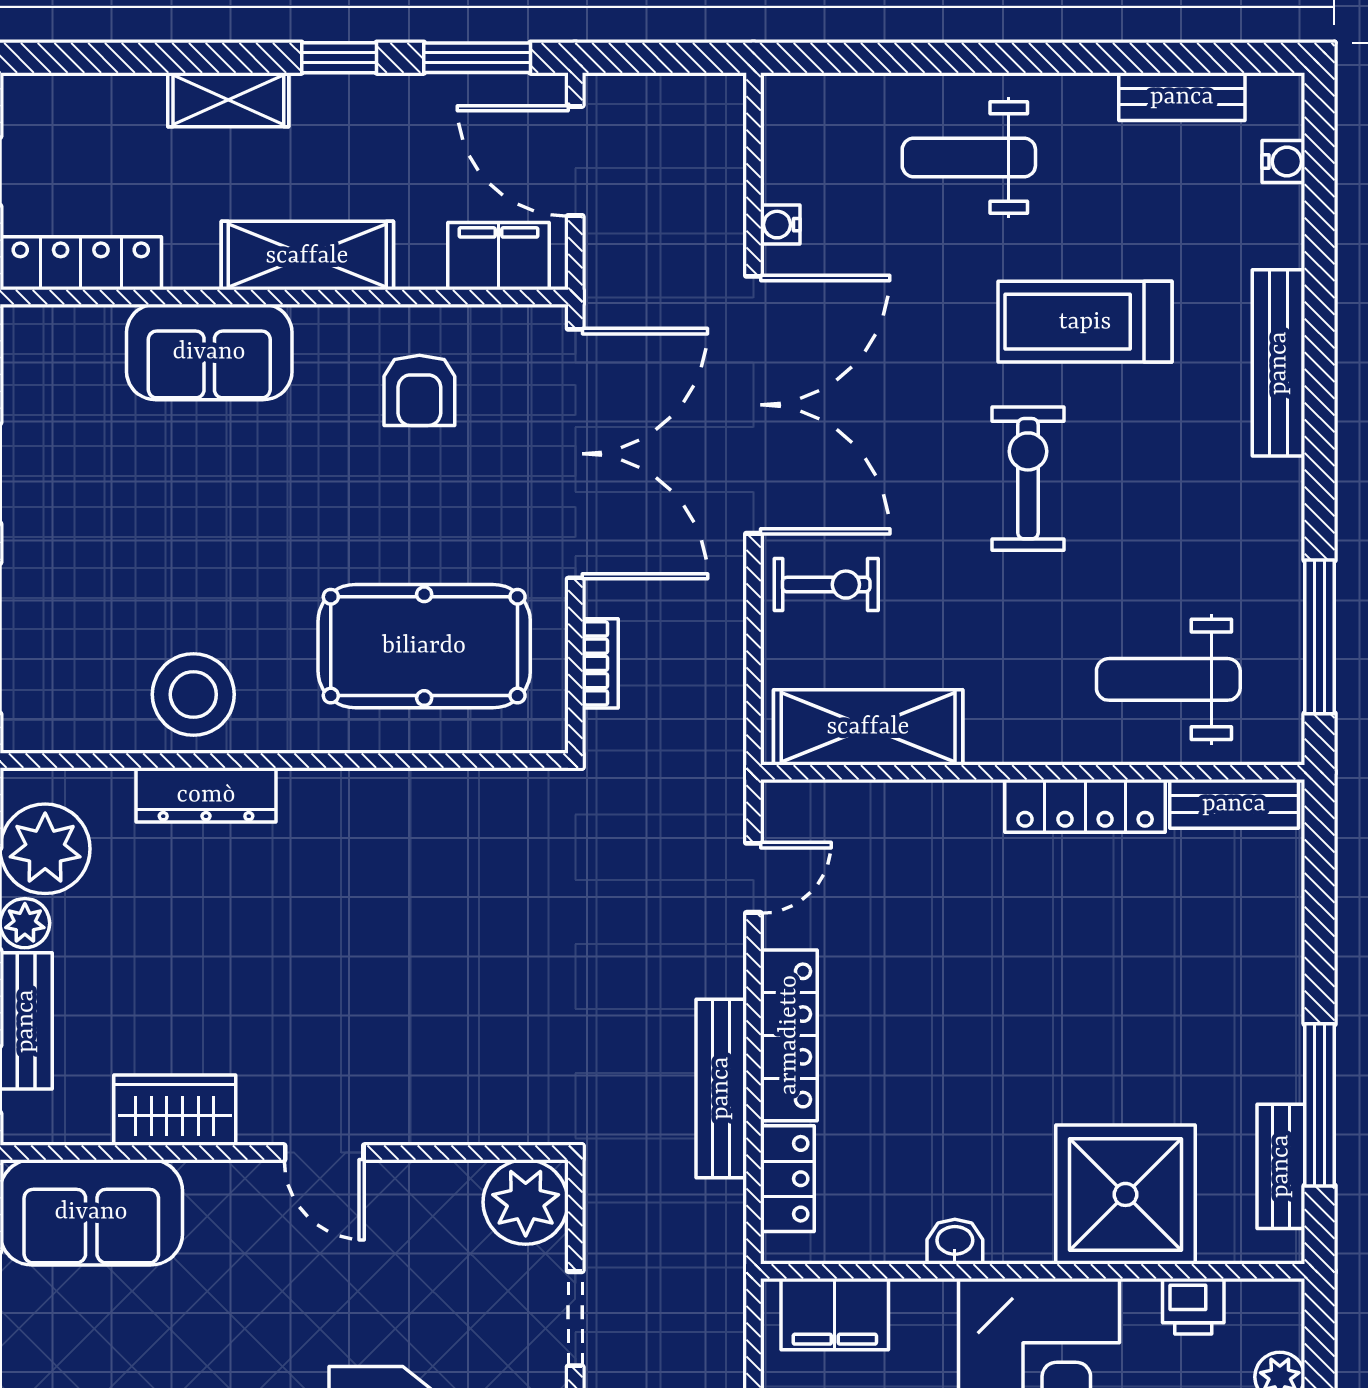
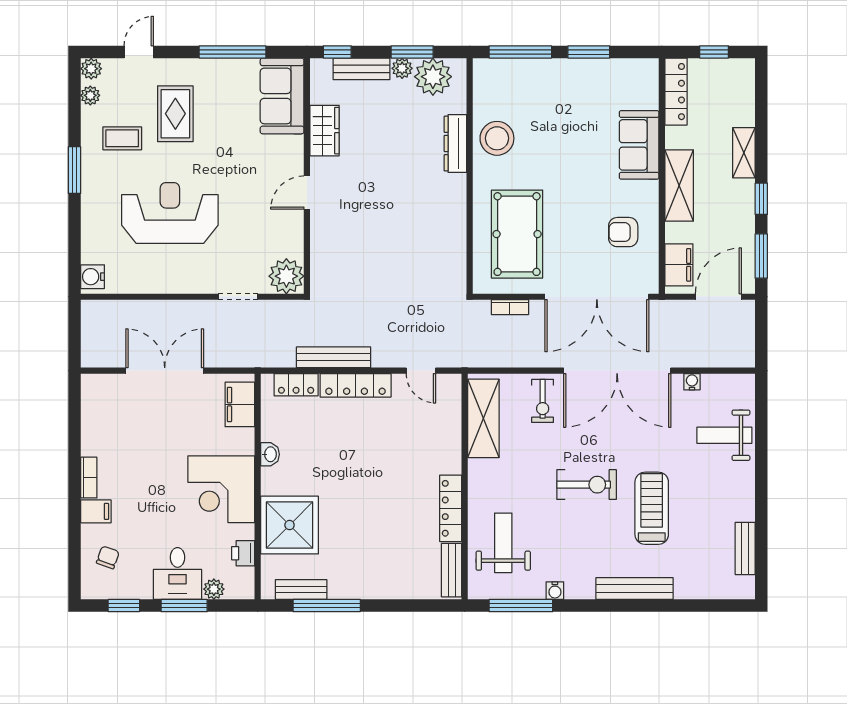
weight bench: (969, 158) -> (724, 435), moved, turned -90
water cooler: (1283, 162) -> (555, 591), moved

